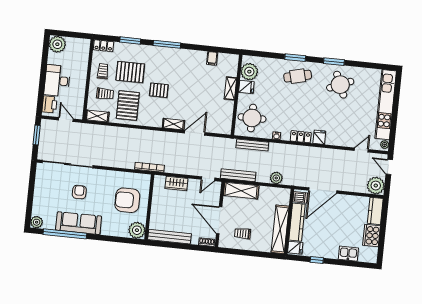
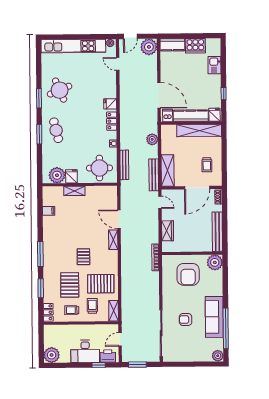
window: (41, 93) -> (99, 365), added

